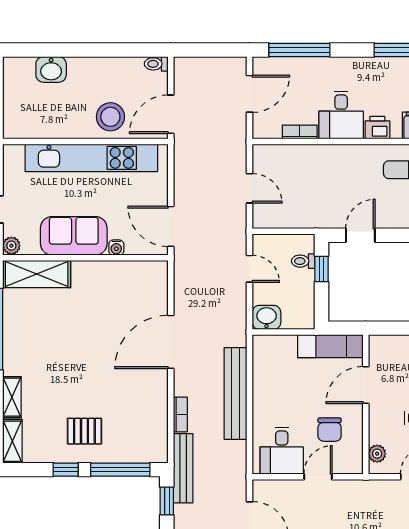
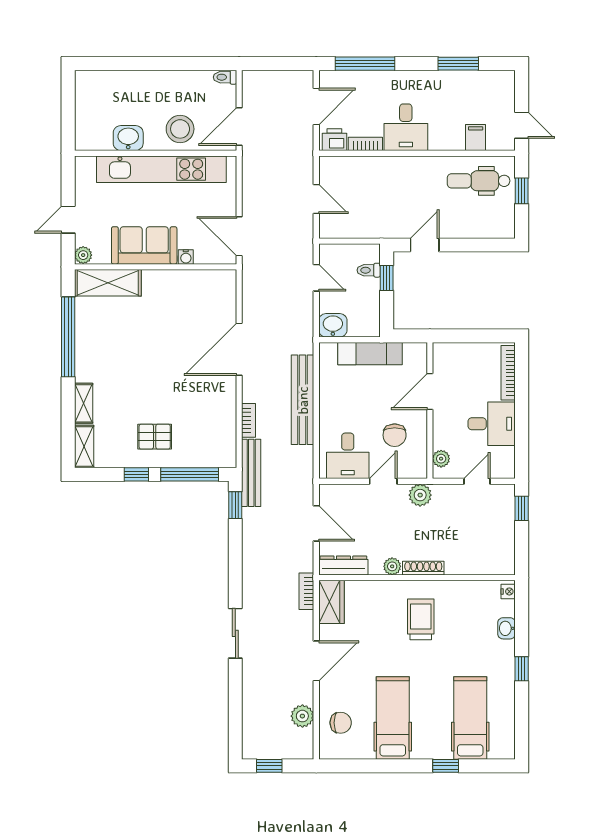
washbasin: (51, 69) -> (128, 138), moved, turned 180
printer: (377, 128) -> (334, 140), moved
exam couch: (330, 346) -> (370, 354), moved
plant: (356, 491) -> (420, 495), added

